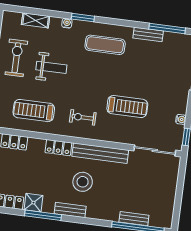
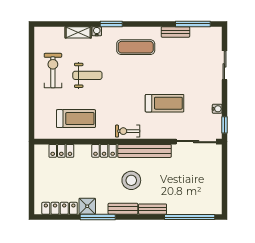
shelving: (36, 20) -> (78, 32), moved
treadmill: (34, 111) -> (76, 119), turned 180
exercise bike: (83, 117) -> (128, 131), moved
bench: (134, 219) -> (153, 209), moved

